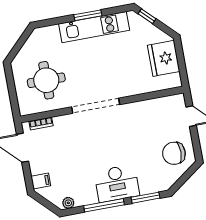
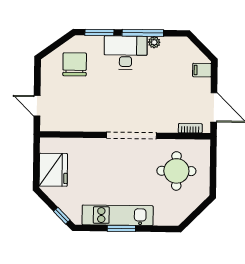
chair: (174, 153) -> (75, 64), moved, turned -90
plant: (68, 203) -> (154, 42), moved

